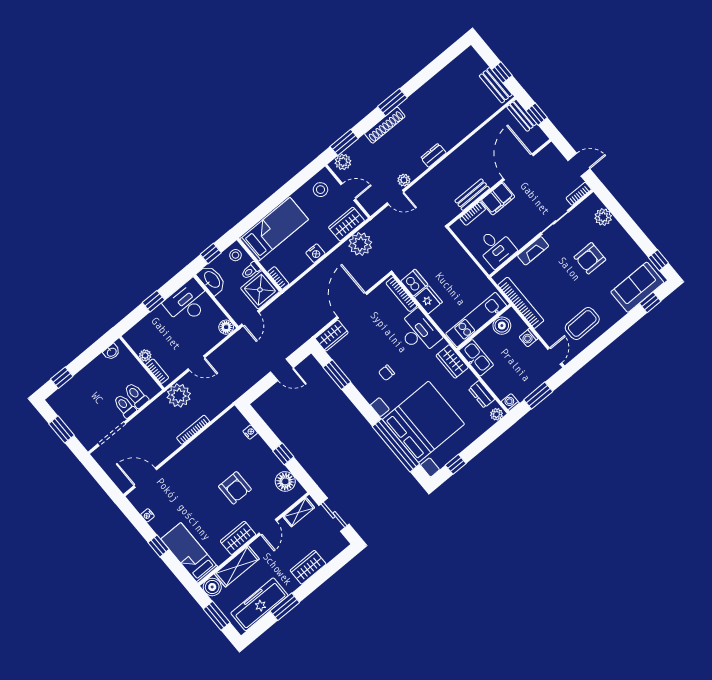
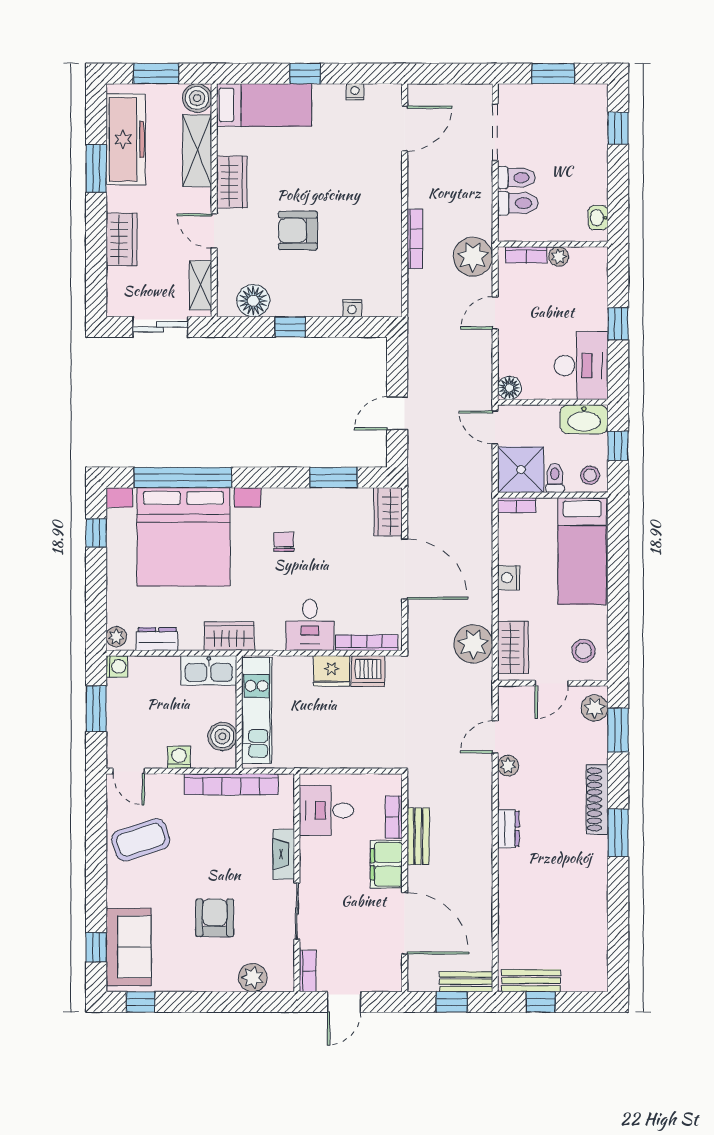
coffee table: (582, 323) -> (141, 840), turned 73
desk: (419, 332) -> (310, 625), width x0.73

